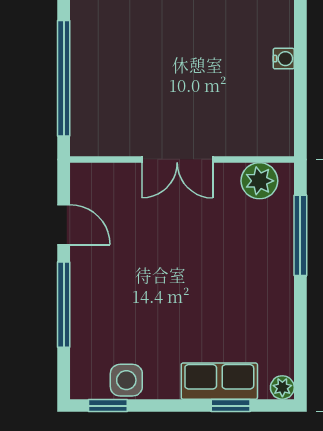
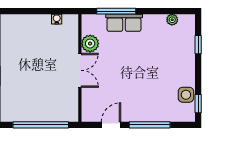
water cooler: (284, 59) -> (57, 19), moved
plant: (259, 181) -> (90, 44), moved
row of seats: (219, 381) -> (124, 23), moved, turned -90
plant: (282, 387) -> (172, 20), moved

